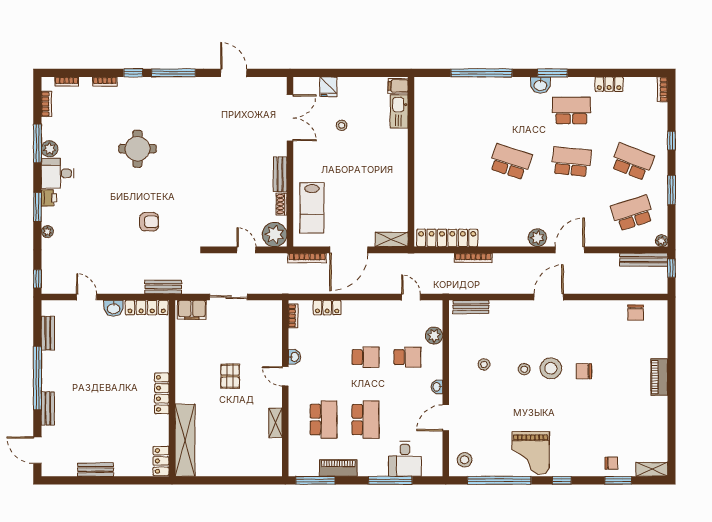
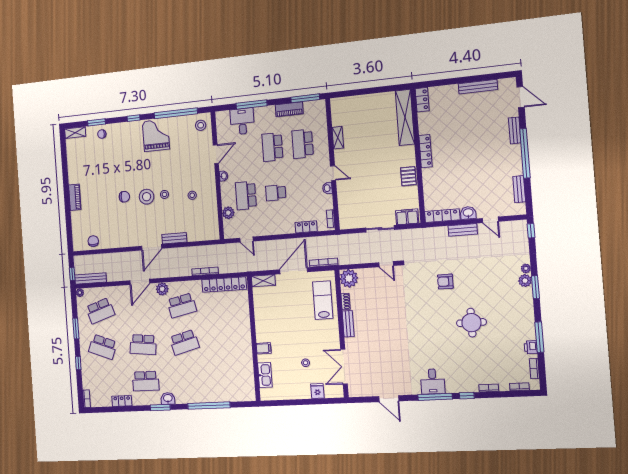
filing cabinet: (398, 86) -> (264, 348), moved
plant: (50, 149) -> (525, 281), moved
round table: (137, 149) -> (471, 323), moved
school desk: (510, 162) -> (184, 342), turned -33
desk: (58, 173) -> (433, 381), moved, turned 90
printer: (49, 198) -> (531, 347), moved
school desk: (510, 213) -> (182, 305), added
door: (246, 250) -> (386, 264), moved
bench: (163, 287) -> (463, 230), moved
bench: (471, 307) -> (174, 238), moved
school desk: (407, 357) -> (246, 196), width x1.85
pallet: (230, 376) -> (408, 176), moved
bench: (96, 470) -> (478, 87), width x1.36

